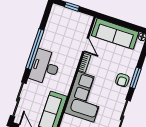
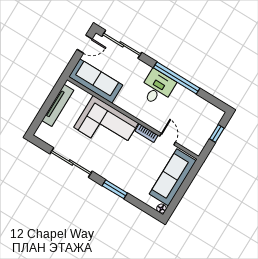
door: (86, 45) -> (168, 139), swing flipped
desk: (45, 67) -> (157, 88), width x0.73
armchair: (122, 80) -> (116, 173), removed

